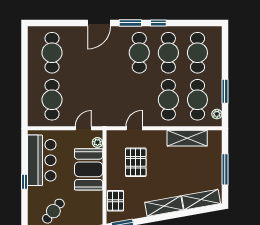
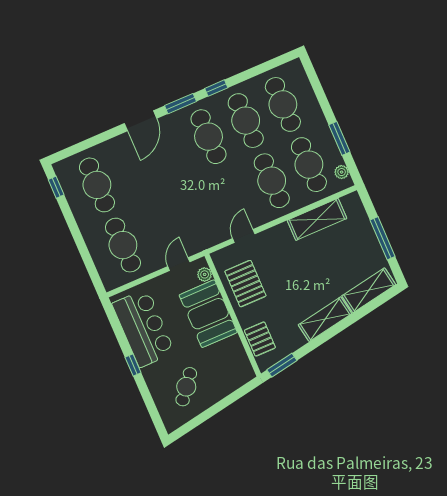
window: (24, 43) -> (56, 187), added
pallet: (136, 162) -> (245, 284), moved

